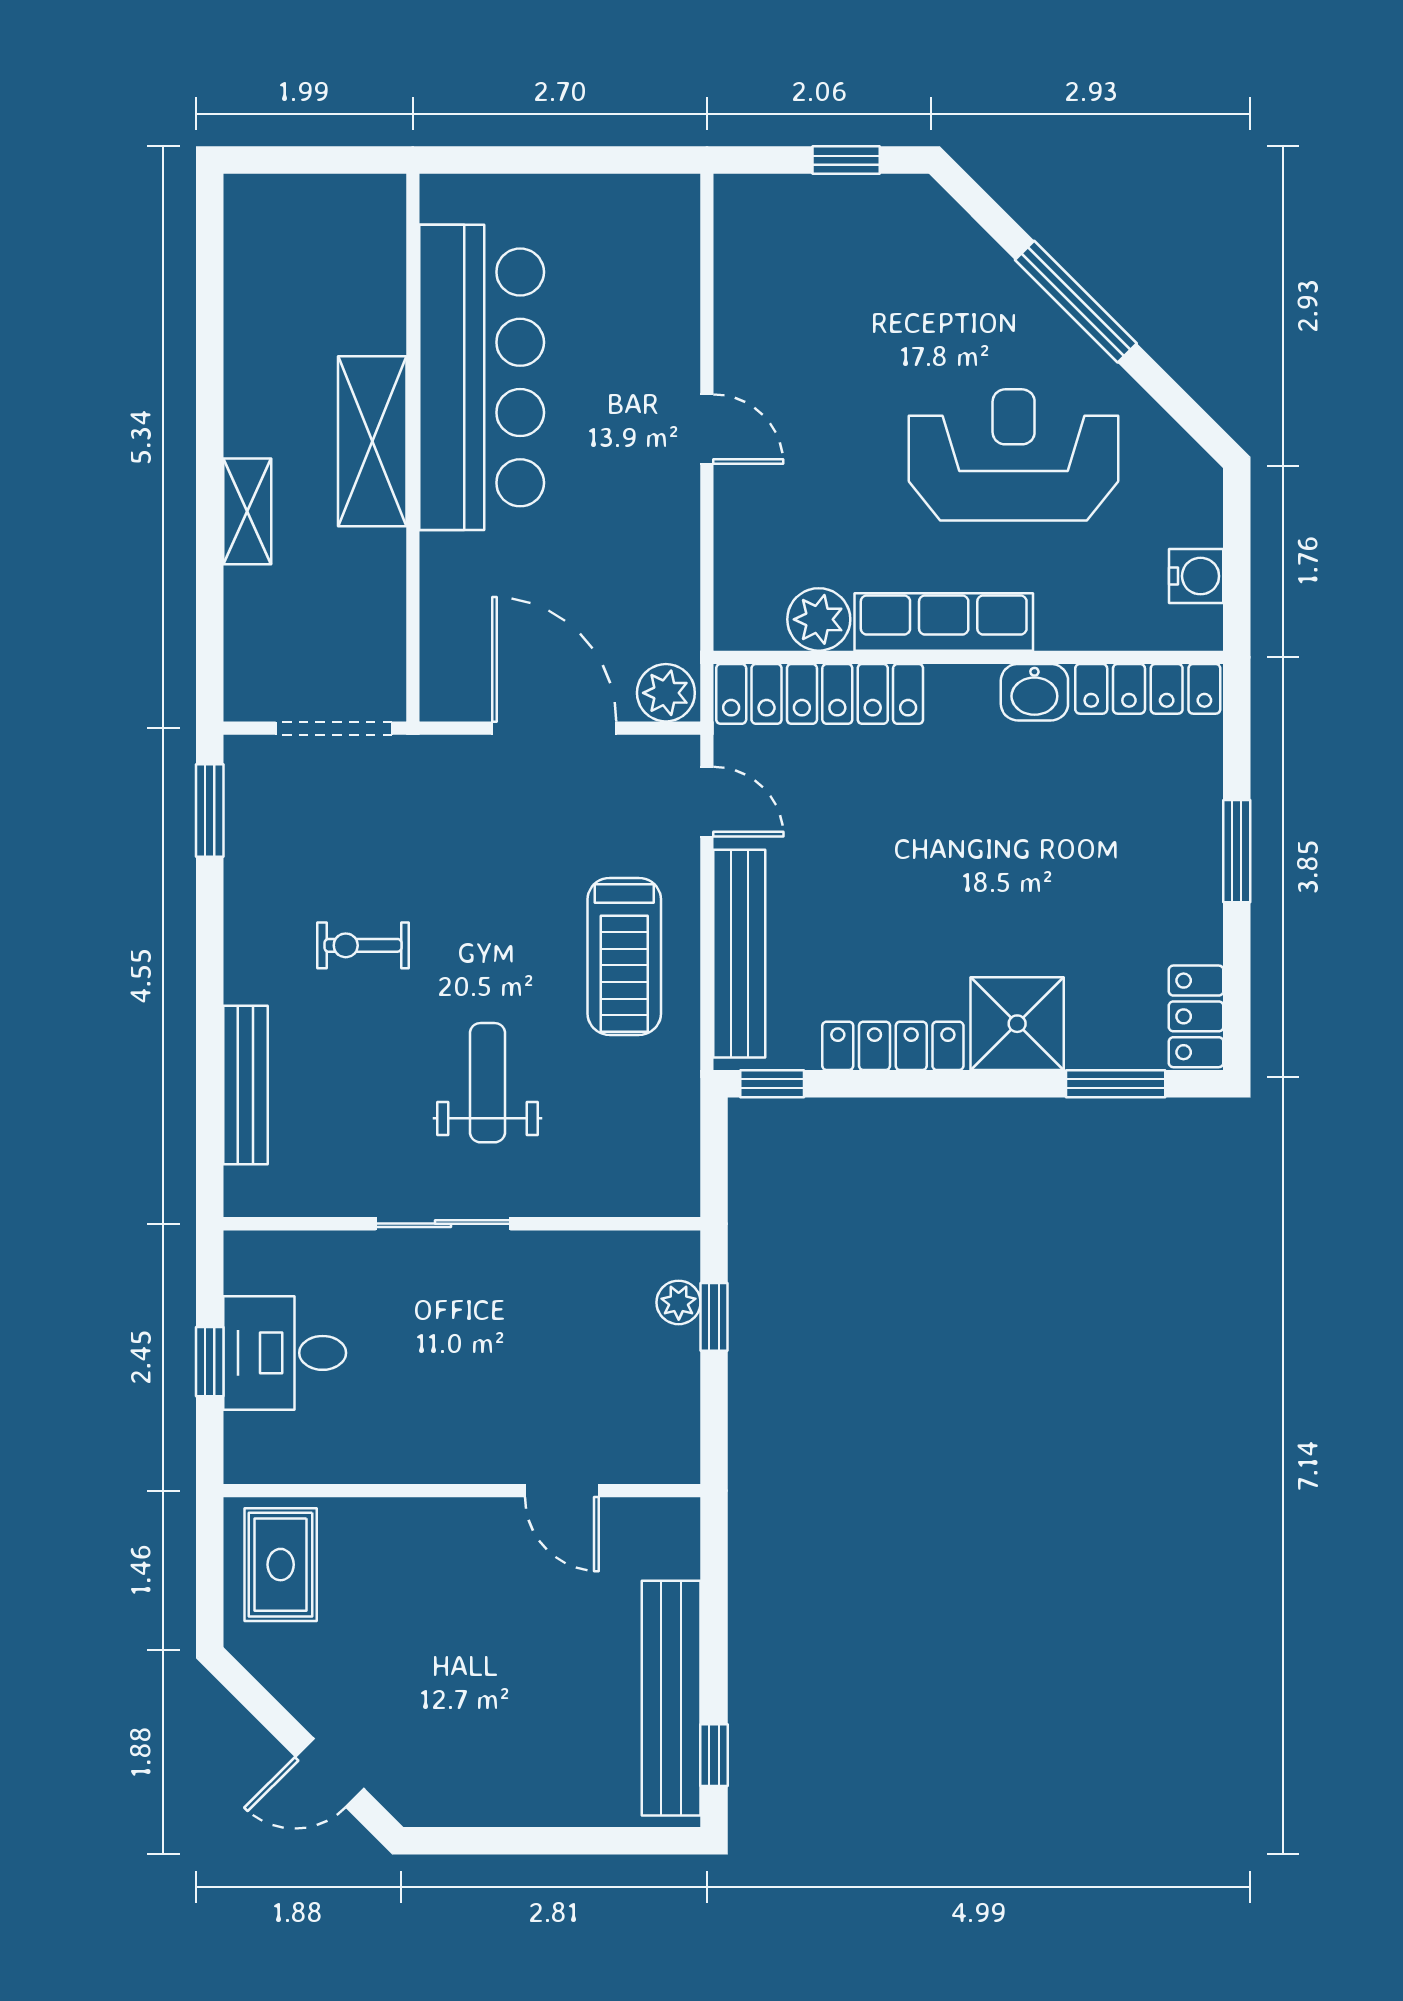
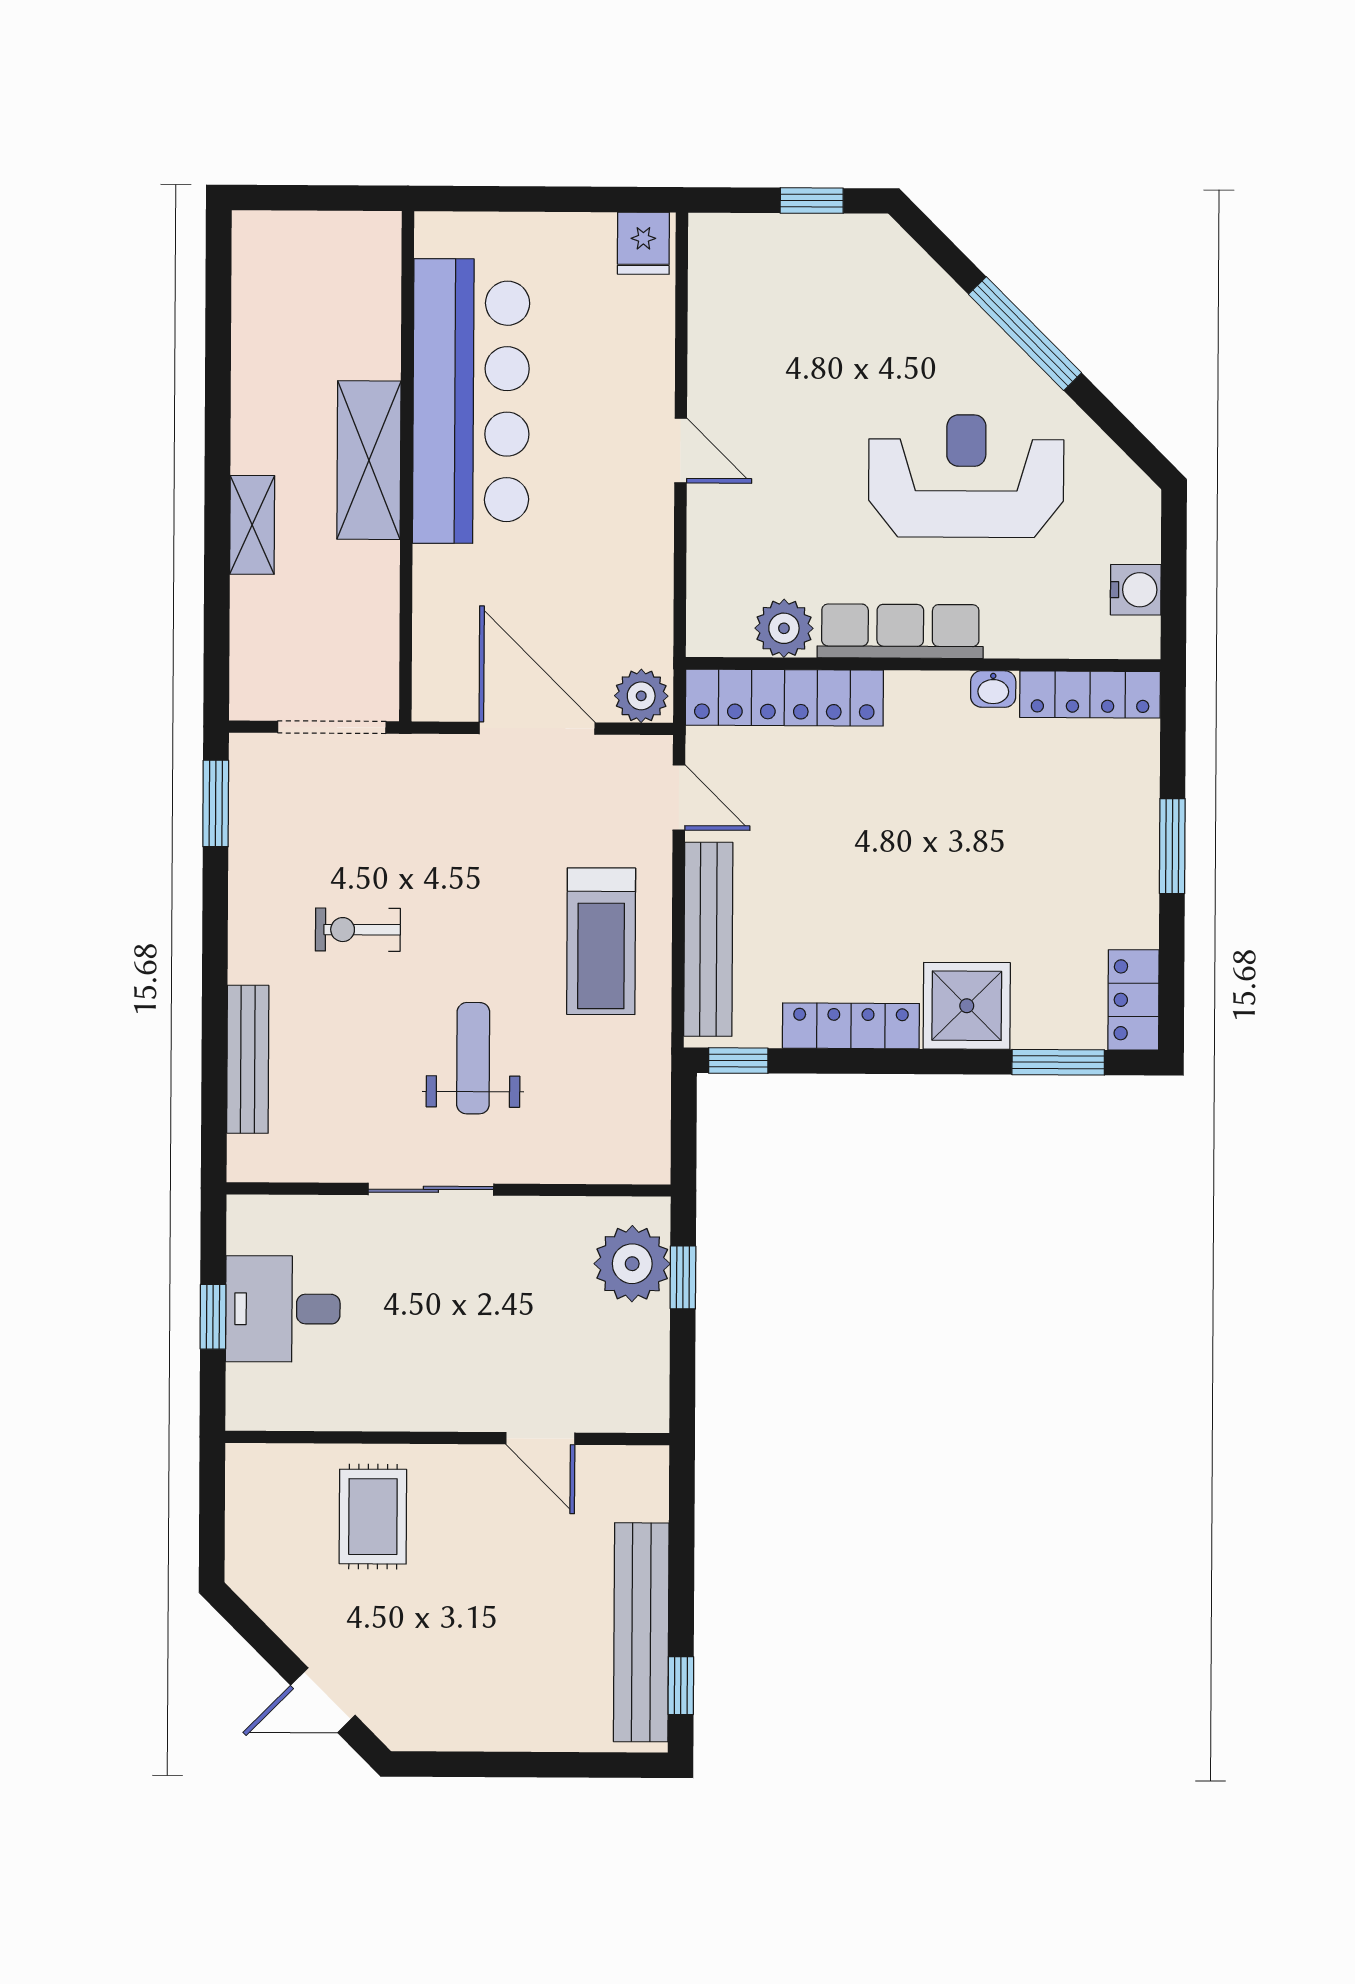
fridge: (666, 207) -> (643, 243), added
washbasin: (1034, 692) -> (993, 689), width x0.72, depth x0.69
plant: (679, 1302) -> (632, 1264), width x1.88, depth x1.88
rug: (281, 1565) -> (373, 1517), moved

